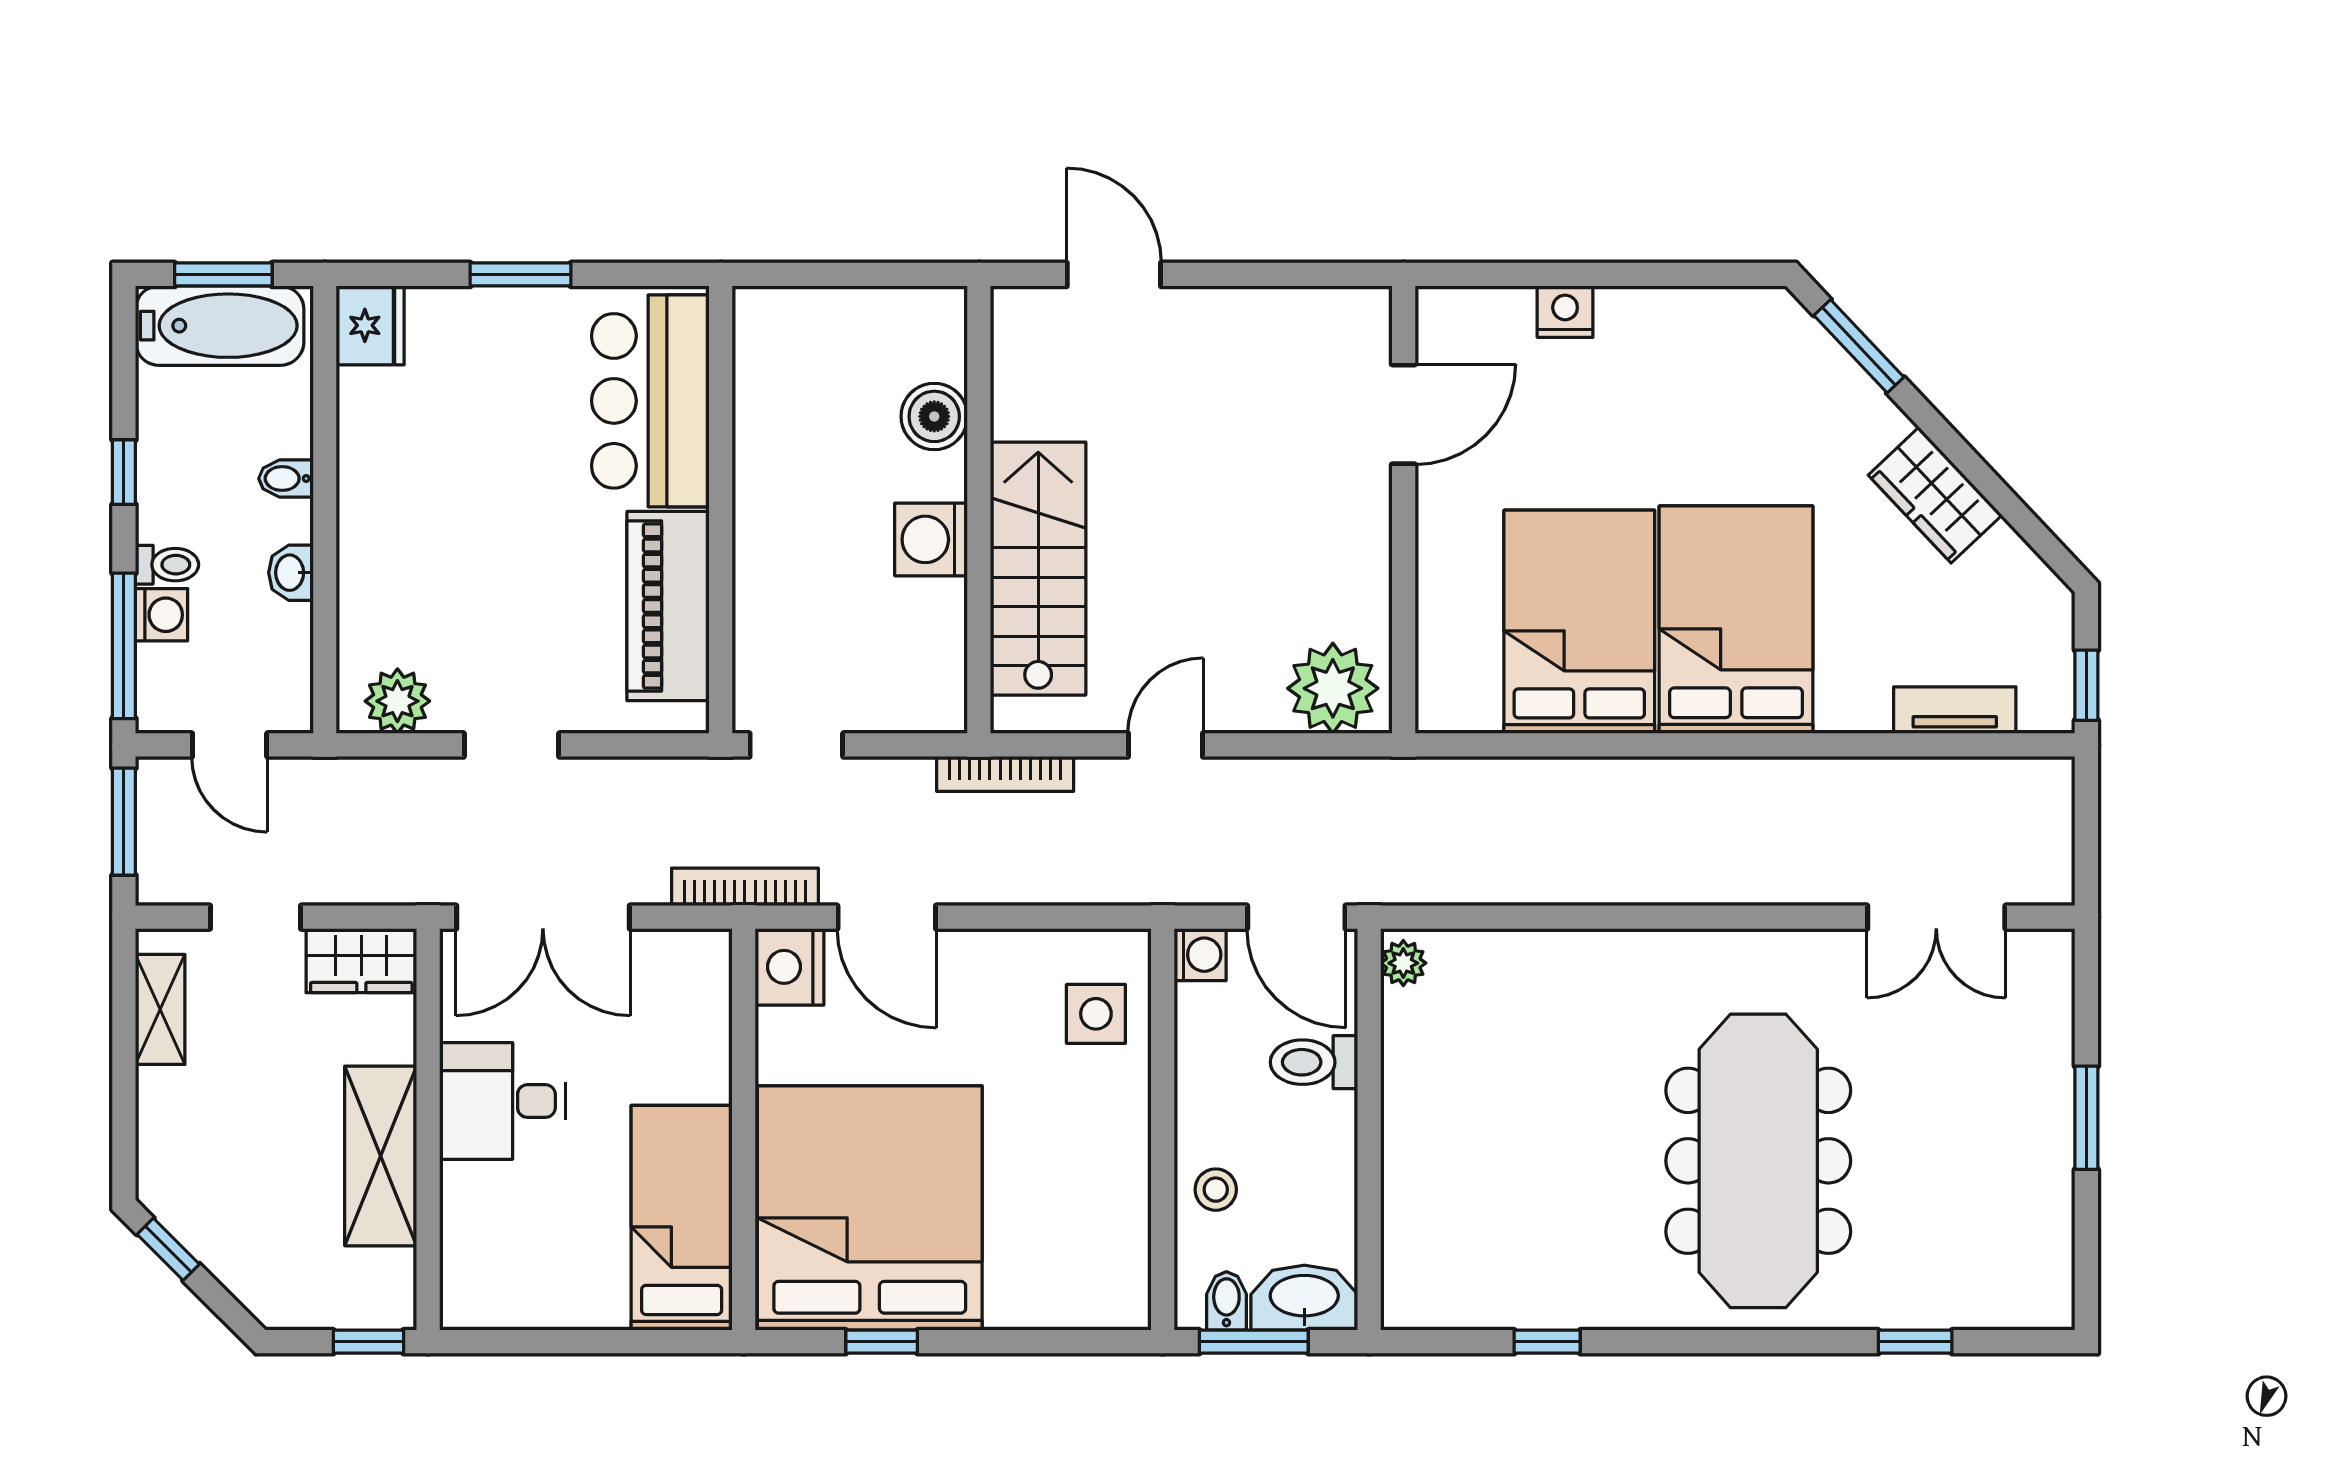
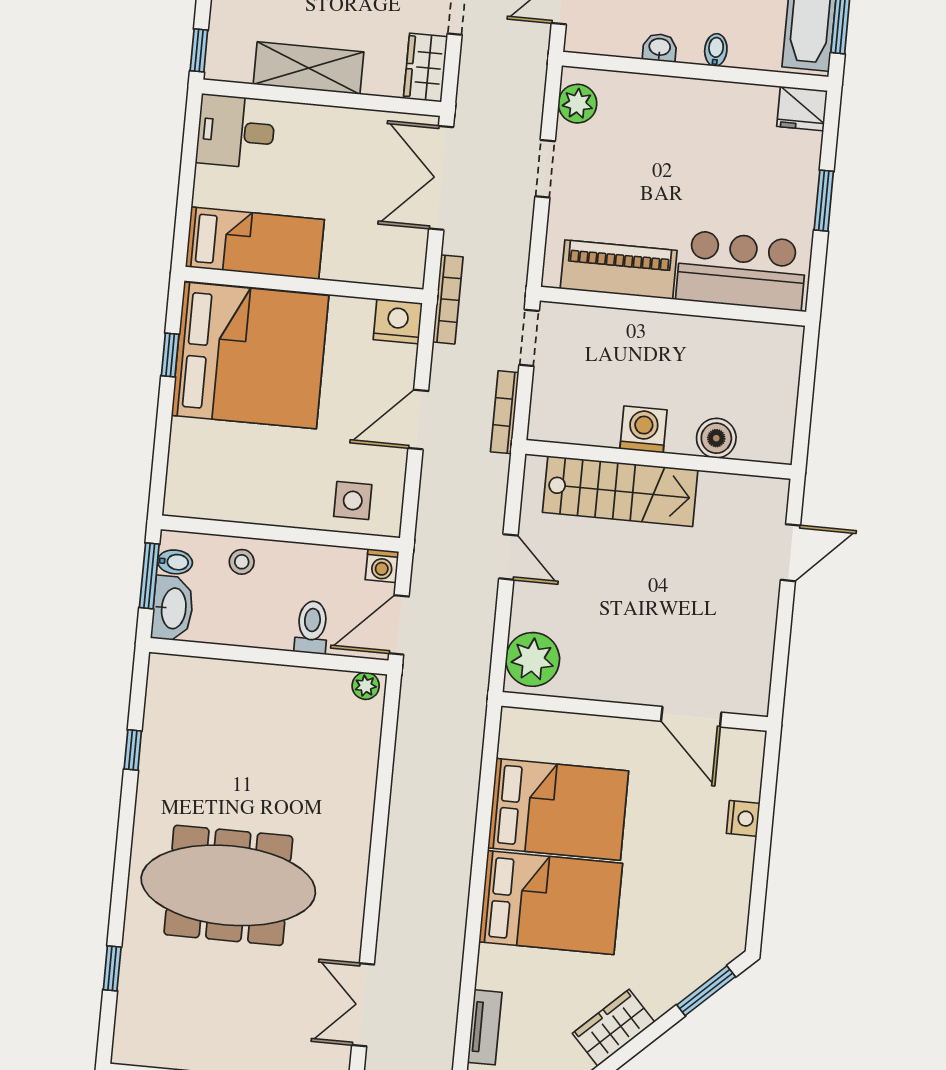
bookcase: (1005, 774) -> (505, 412), moved
door: (887, 917) -> (418, 420), moved
desk: (502, 1101) -> (236, 131), moved, turned -90

